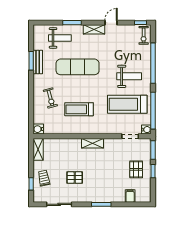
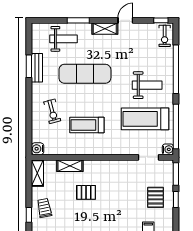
shelving: (92, 143) -> (70, 166), moved
pallet: (75, 178) -> (86, 192), moved

